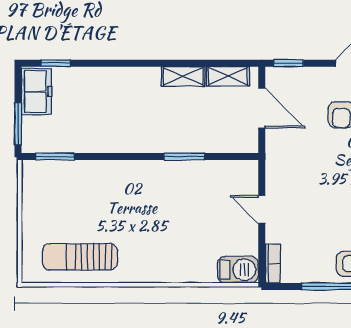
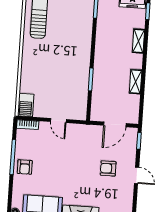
shelving: (228, 76) -> (138, 41), moved
door: (262, 210) -> (58, 121), swing flipped

